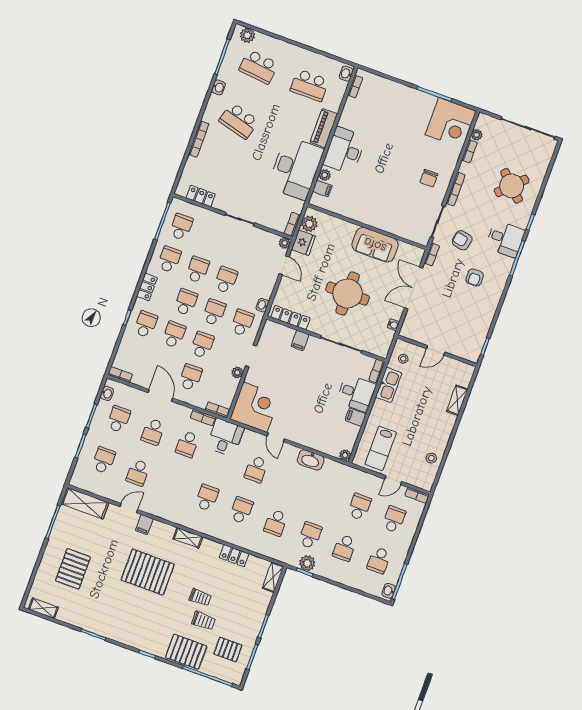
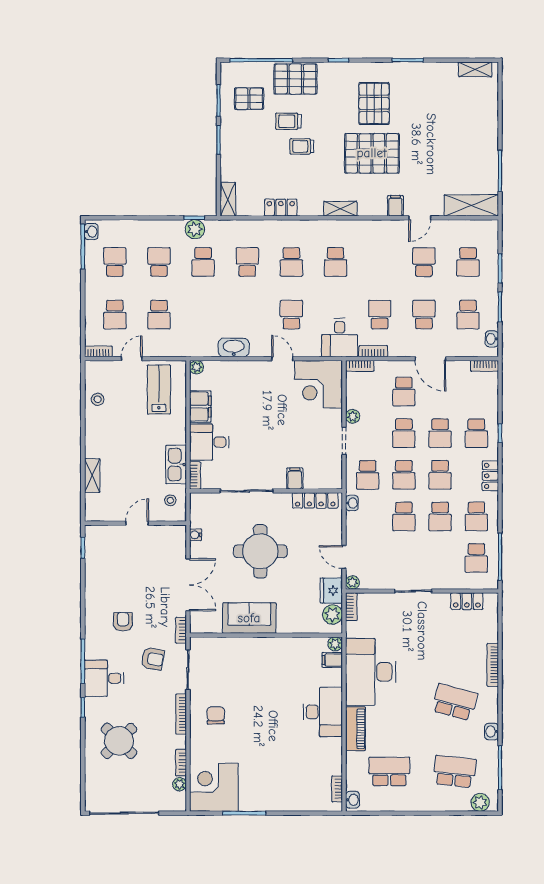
plant: (325, 175) -> (335, 644), moved
filing cabinet: (356, 417) -> (200, 407), width x2.00
pallet: (73, 569) -> (374, 103), moved

